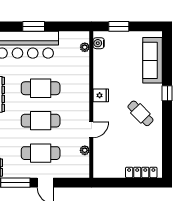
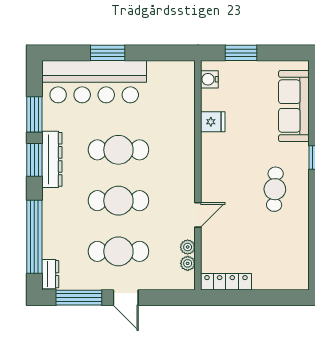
plant: (85, 47) -> (188, 263), moved
fridge: (101, 95) -> (213, 122), moved
cafe table: (140, 113) -> (275, 189), turned 48
locker: (141, 172) -> (226, 282), moved

